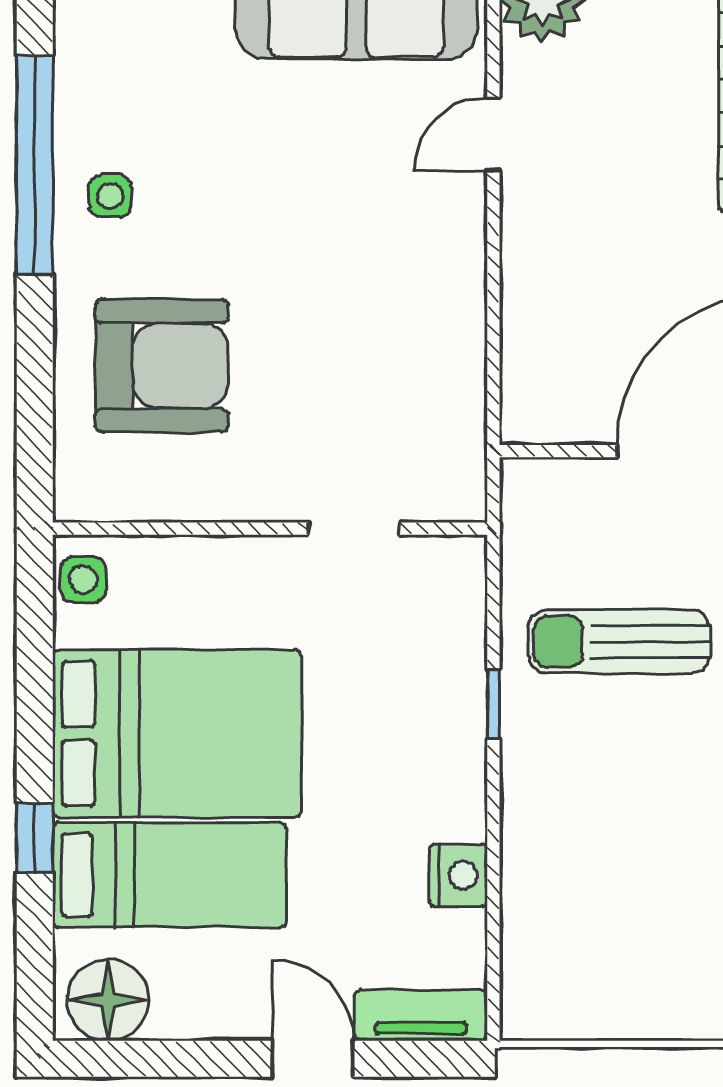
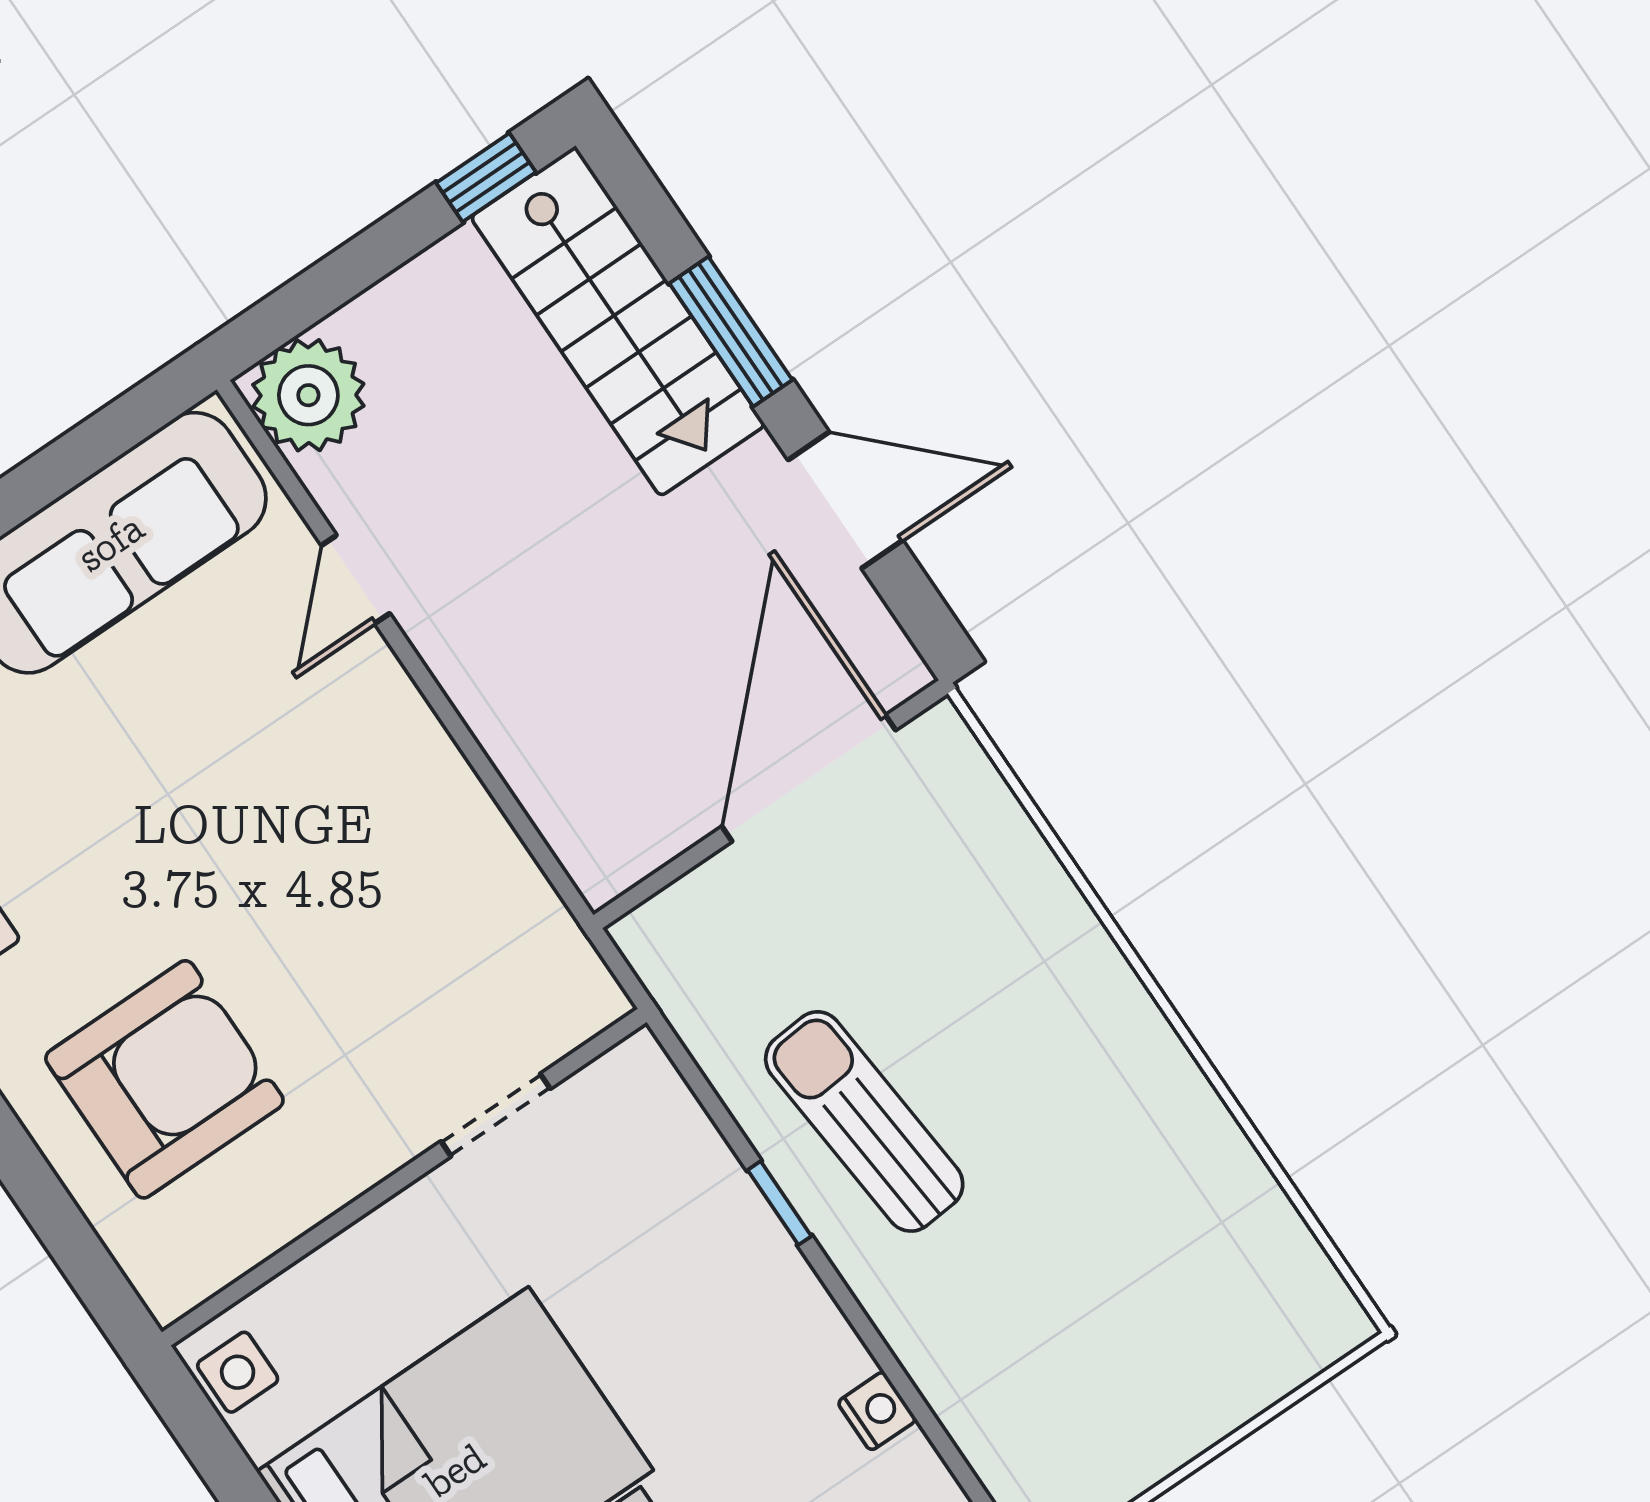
sun lounger: (619, 641) -> (864, 1121), moved, turned 85
nightstand: (458, 875) -> (877, 1411), width x0.72, depth x0.74

